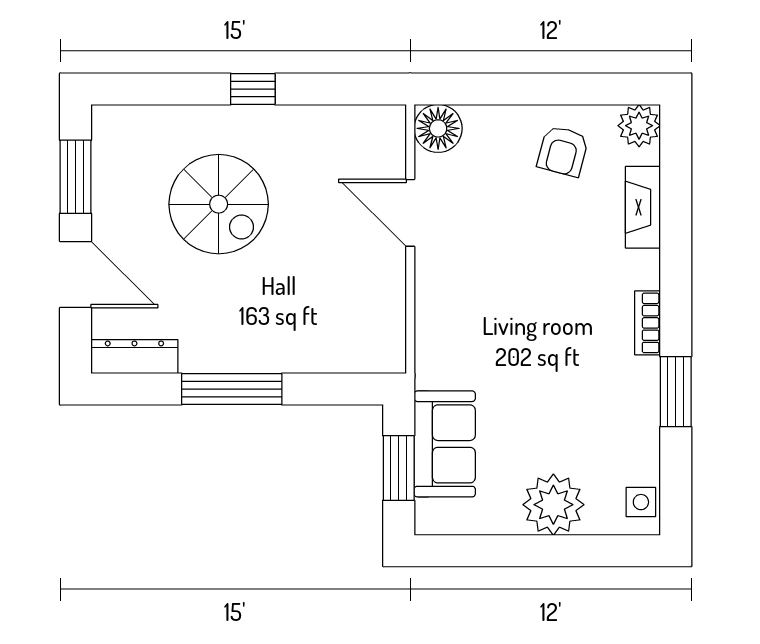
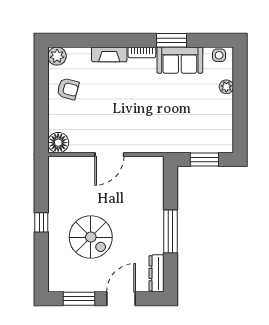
spiral stairs: (219, 204) -> (91, 237), turned 90
fireplace: (643, 207) -> (109, 54), moved
door: (410, 213) -> (109, 155), moved
sofa: (445, 444) -> (180, 60), moved, turned 180
plant: (553, 505) -> (226, 87), width x0.53, depth x0.53

